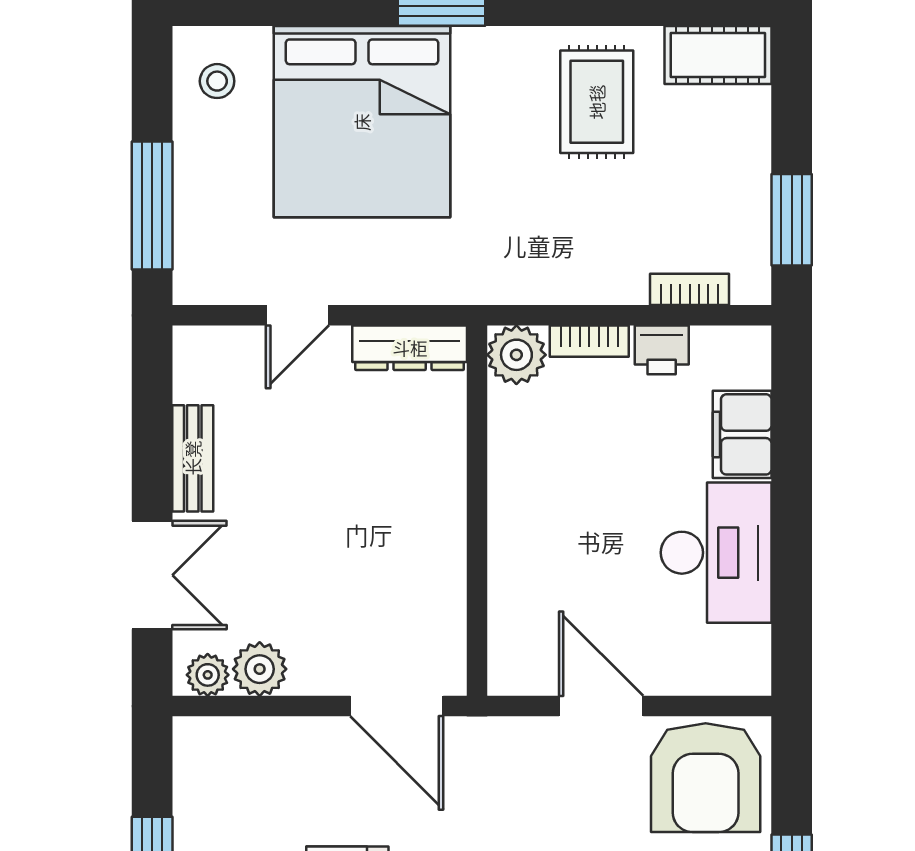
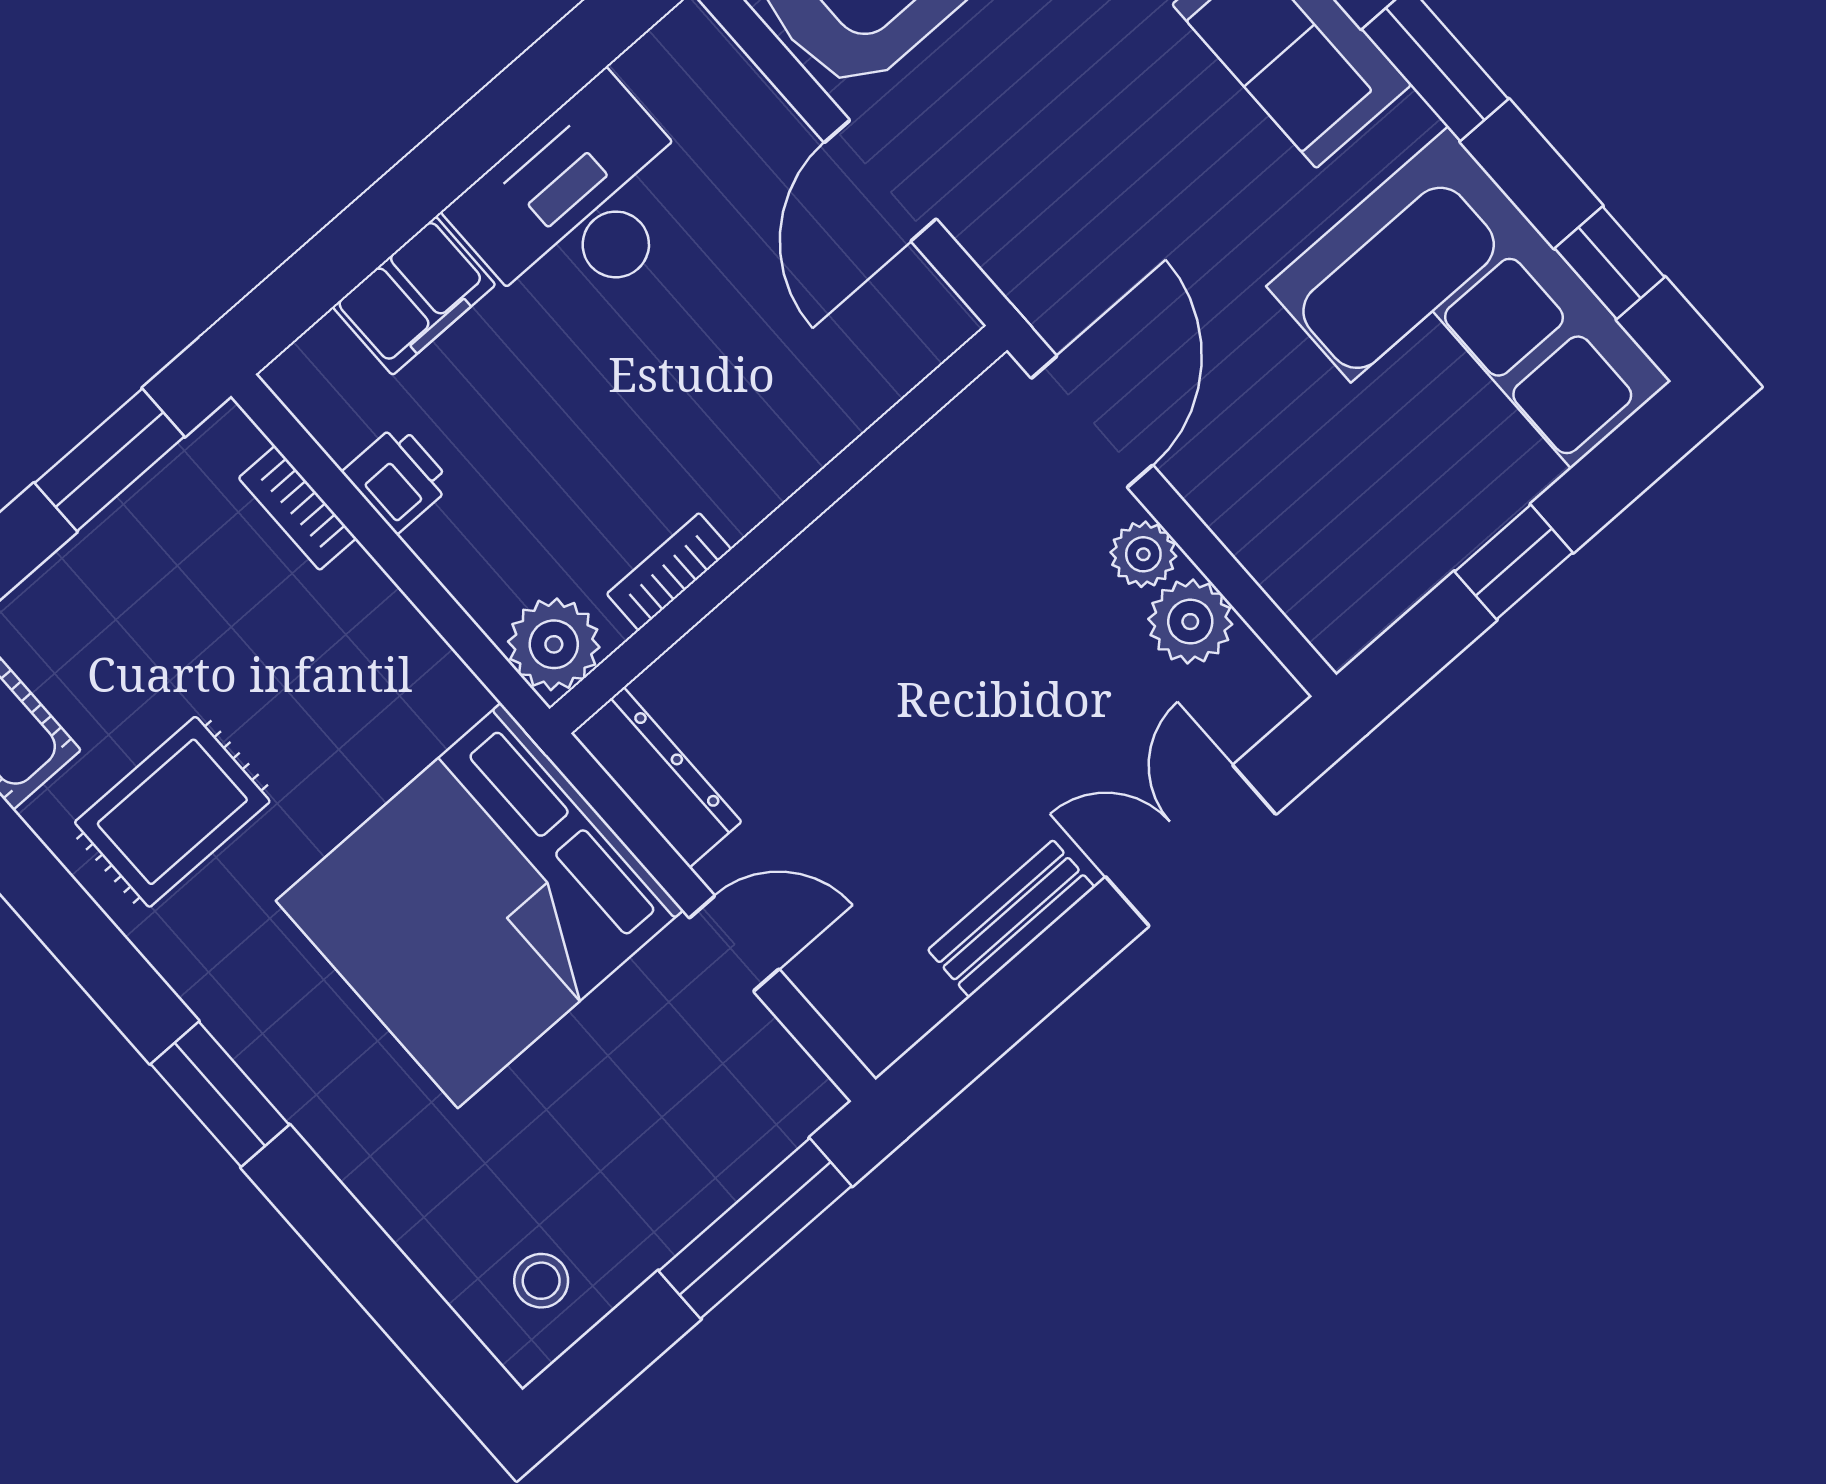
bed: (362, 122) -> (480, 905), moved, turned 180
bookcase: (589, 341) -> (669, 572), moved, turned -90
plant: (208, 675) -> (1143, 554), moved

